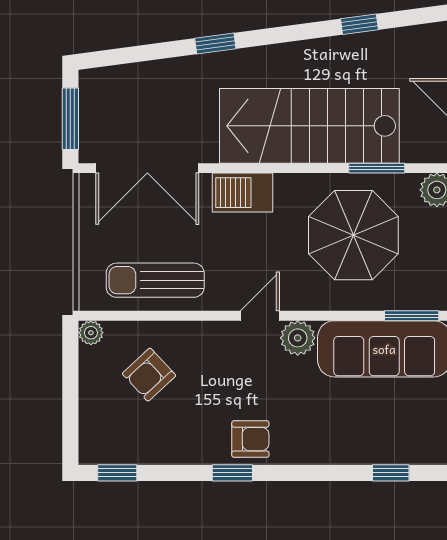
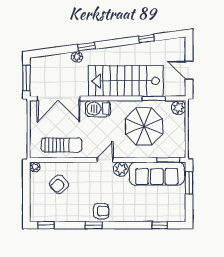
plant: (192, 68) -> (77, 57), added
sun lounger: (155, 280) -> (62, 145), turned 180

